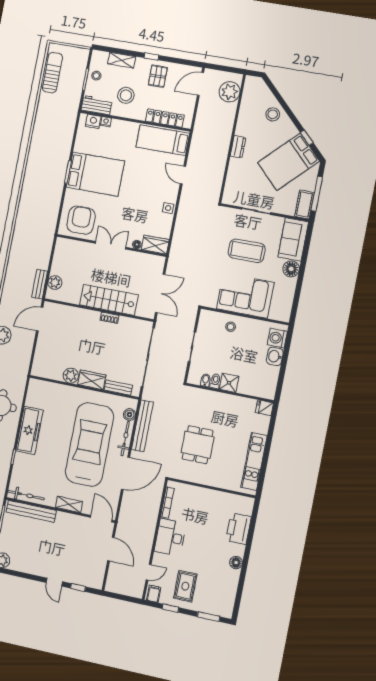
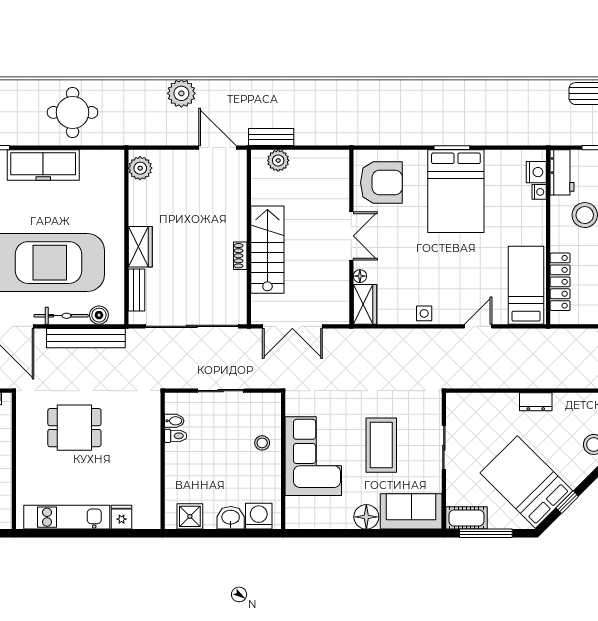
plant: (71, 376) -> (140, 168), moved
shower: (229, 383) -> (190, 516), moved
fridge: (264, 408) -> (121, 517), moved

